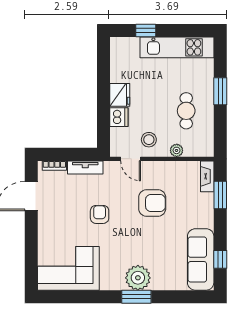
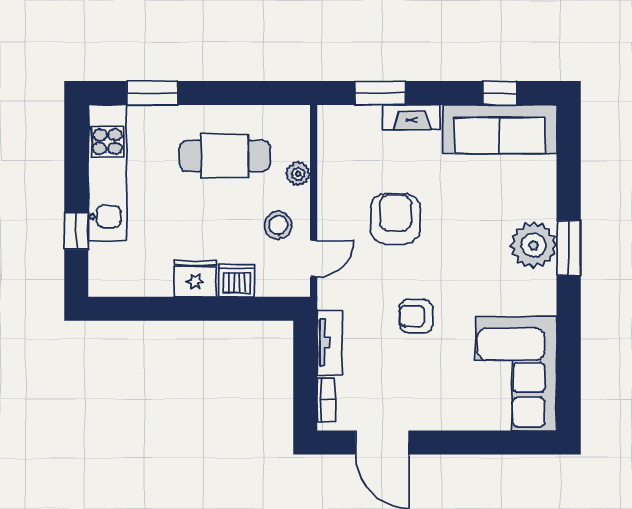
window: (220, 91) -> (152, 93), moved
cafe table: (186, 111) -> (225, 156), width x1.37, depth x1.35
fireplace: (207, 176) -> (412, 117), moved

